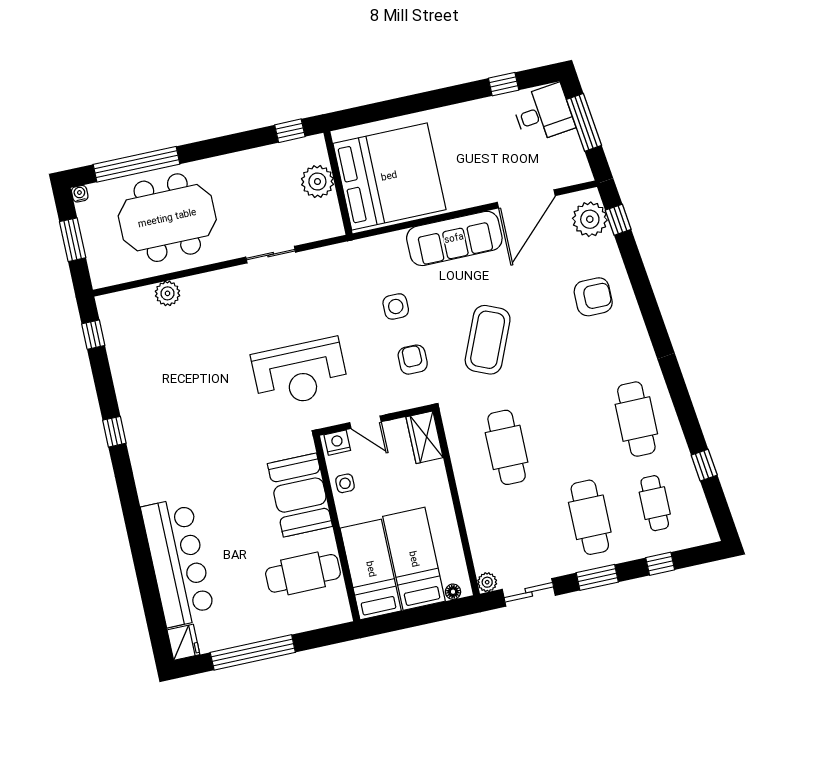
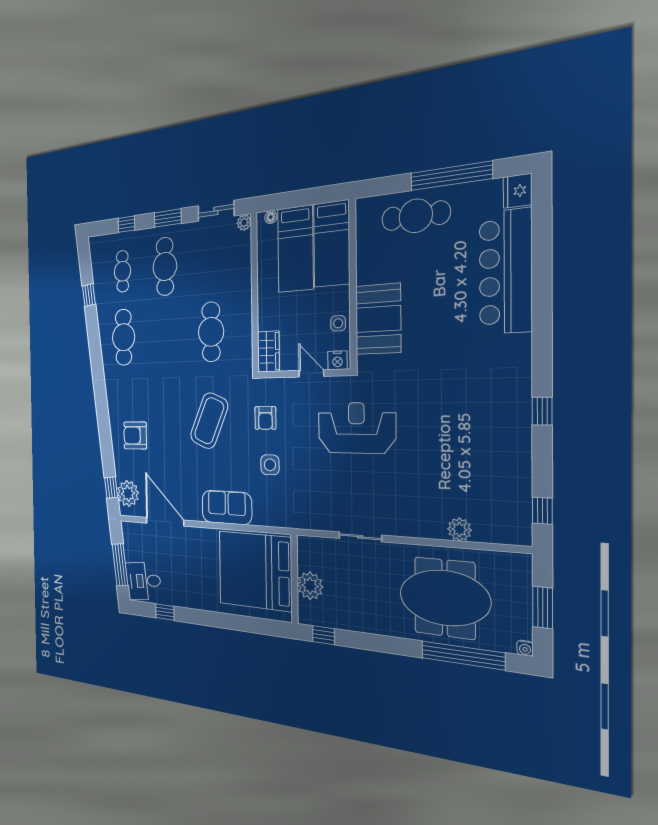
door: (526, 199) -> (165, 522), hinge flipped
sofa: (454, 238) -> (227, 507), width x0.73
cafe table: (303, 573) -> (416, 216), moved

